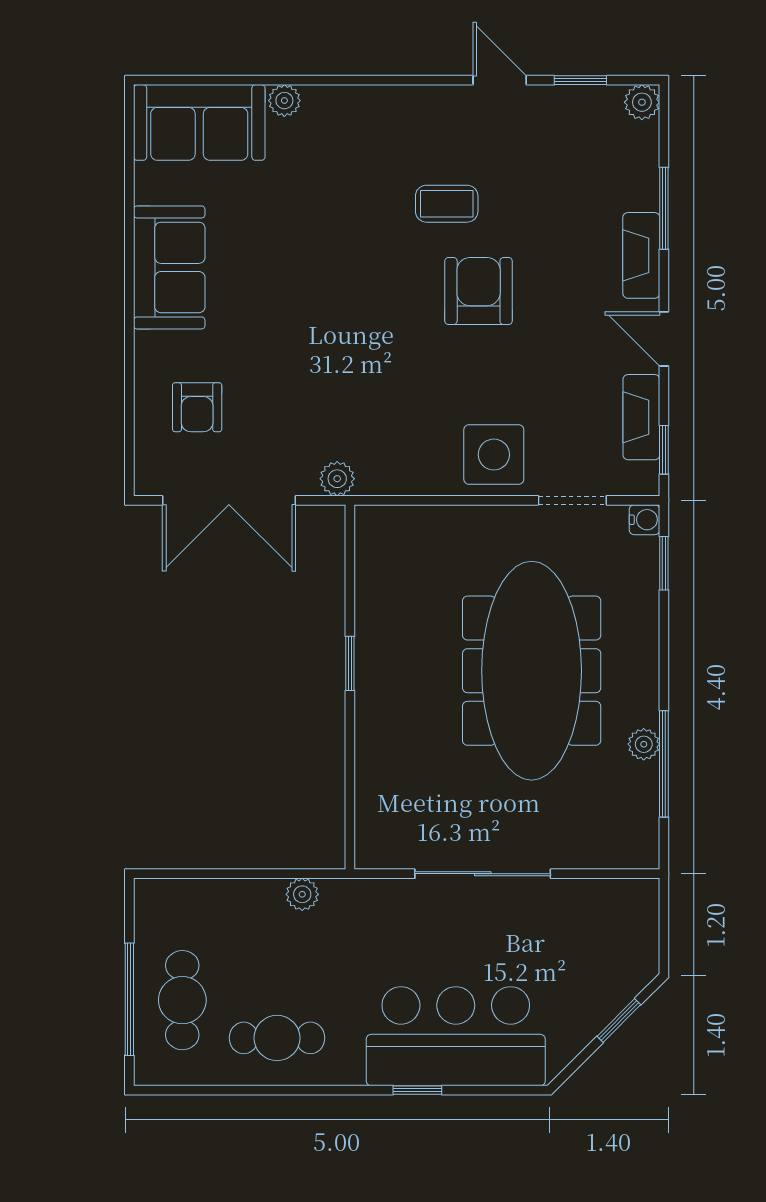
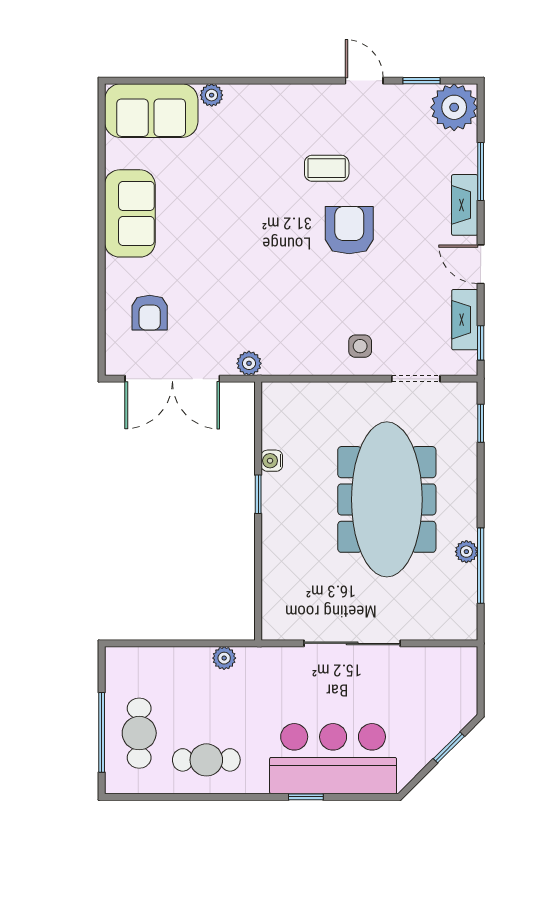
plant: (642, 102) -> (454, 107), width x1.87, depth x1.87
side table: (494, 455) -> (360, 346), width x0.54, depth x0.54
water cooler: (645, 520) -> (272, 461), moved, turned 180

